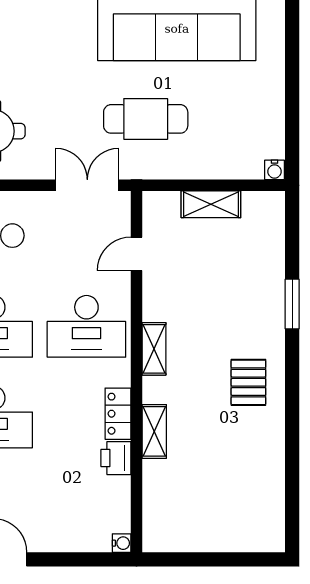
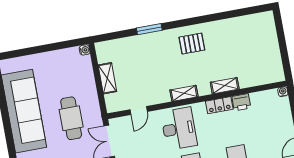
door: (137, 254) -> (139, 111), hinge flipped

